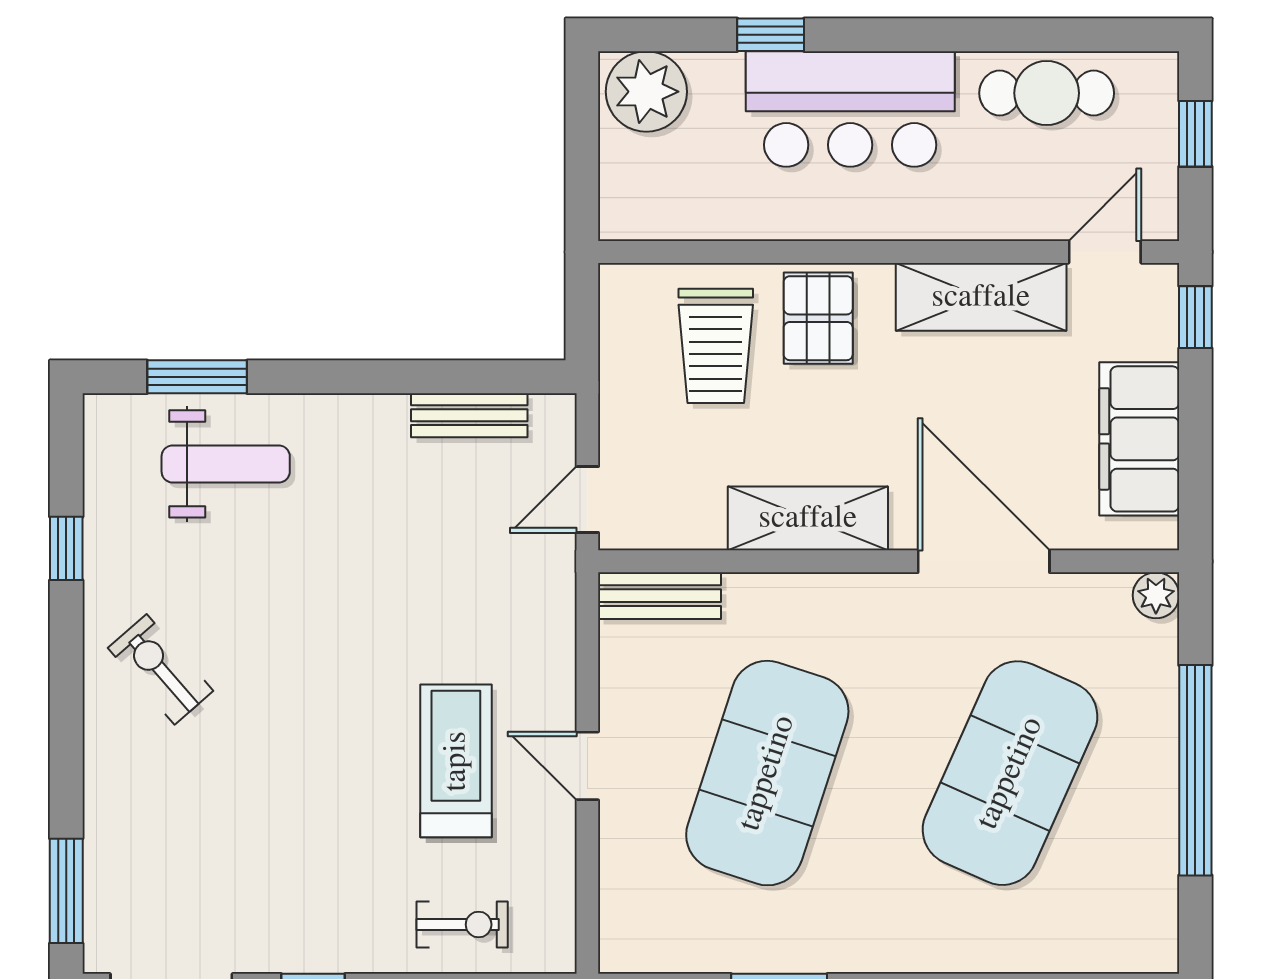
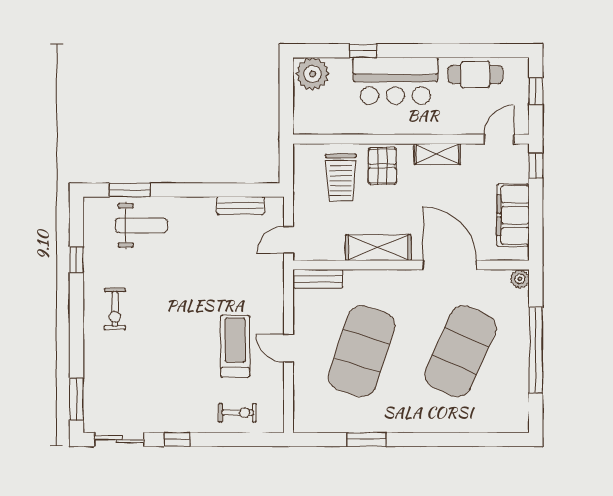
shelving: (981, 297) -> (437, 154), width x0.67, depth x0.75
exercise bike: (161, 669) -> (115, 309), turned -139

